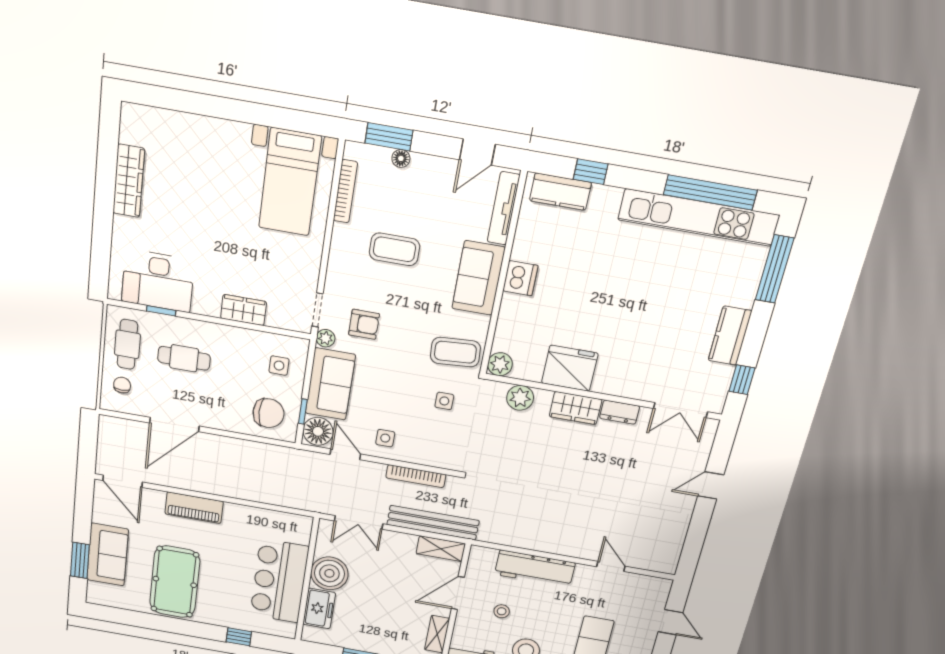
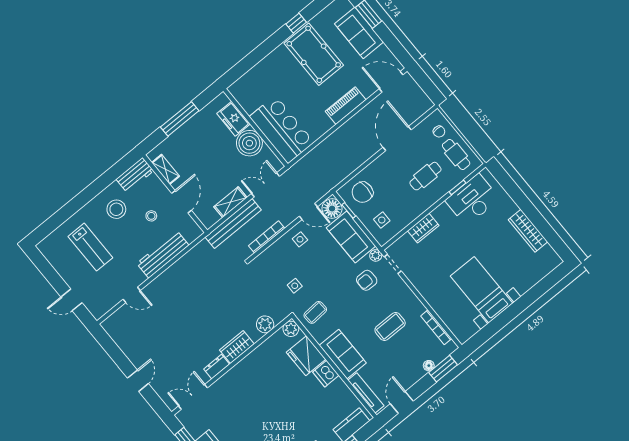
bed with nightstands: (290, 182) -> (482, 290), moved
coffee table: (455, 352) -> (315, 312), width x0.73, depth x0.77
fridge: (570, 368) -> (306, 356), moved, turned 90
shelving: (441, 549) -> (230, 202), moved
bar counter: (279, 581) -> (282, 129), moved
window: (239, 637) -> (296, 23), moved

